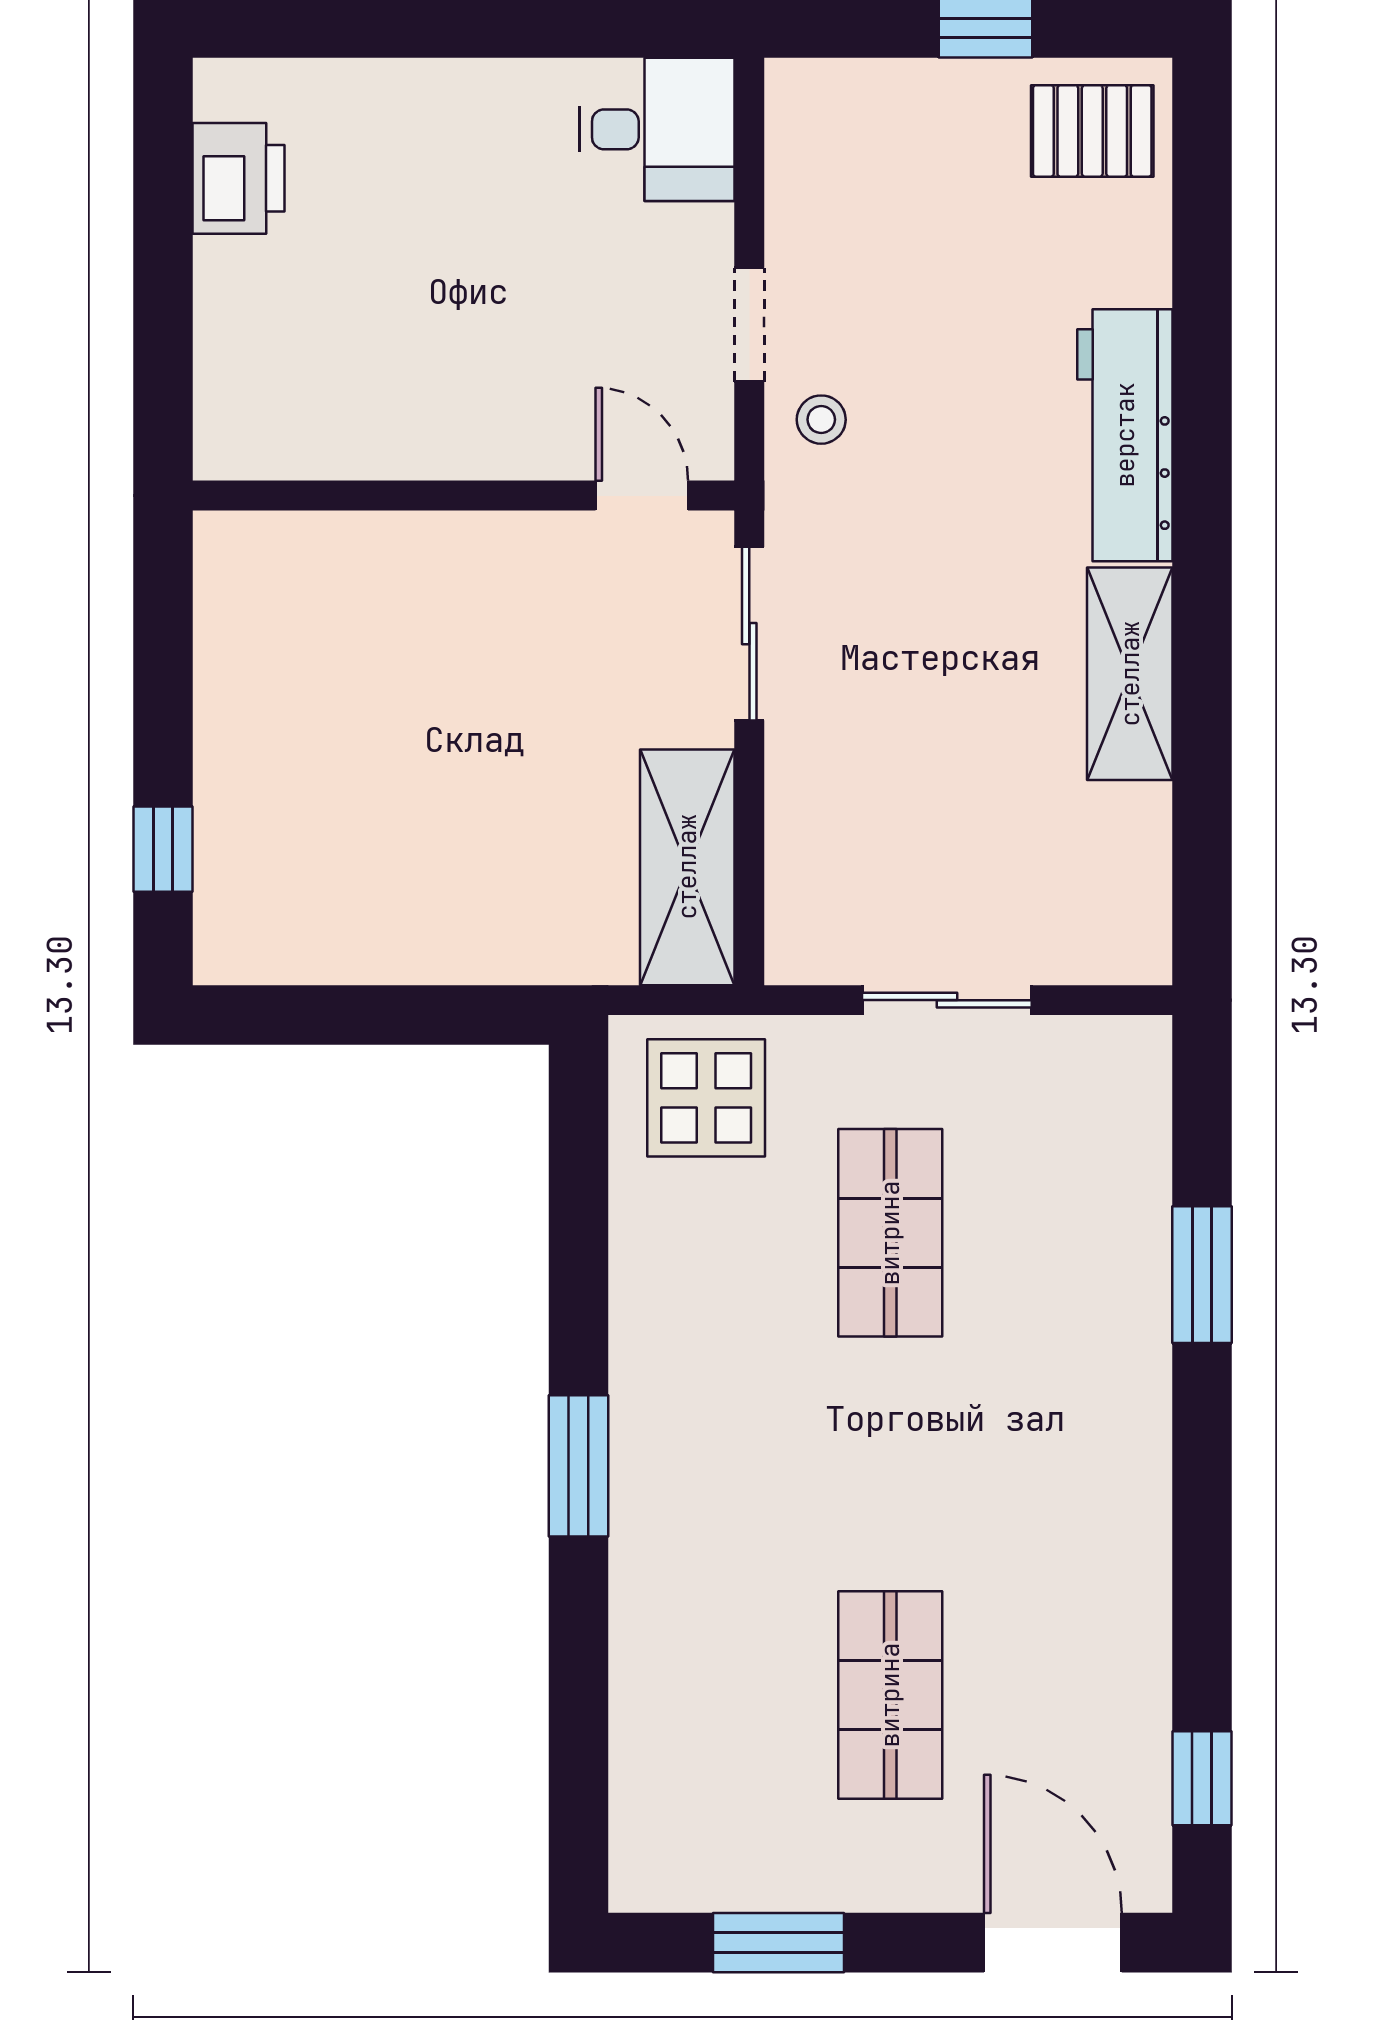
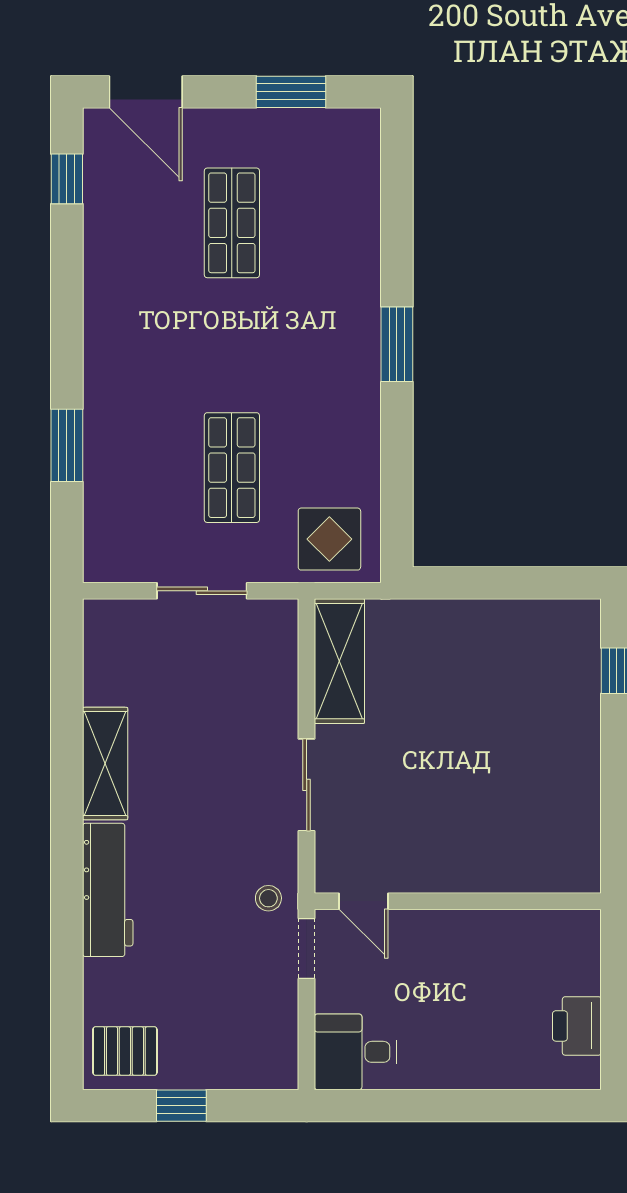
wall: (464, 496) -> (458, 901), moved
door: (642, 496) -> (363, 901), moved

